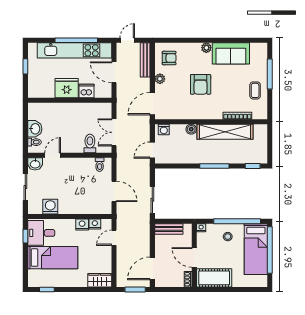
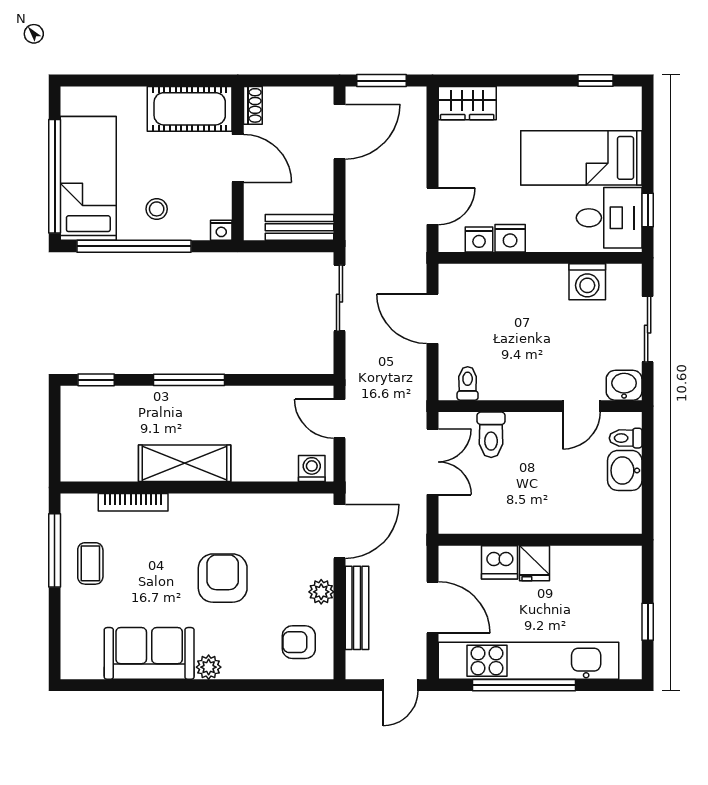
bench: (145, 60) -> (357, 608), moved
window: (270, 74) -> (55, 550), moved
fridge: (67, 88) -> (535, 563), width x0.53, depth x0.75
boiler: (191, 129) -> (245, 469), removed
shelving: (225, 132) -> (185, 463), width x0.68
door: (152, 150) -> (339, 419), swing flipped

